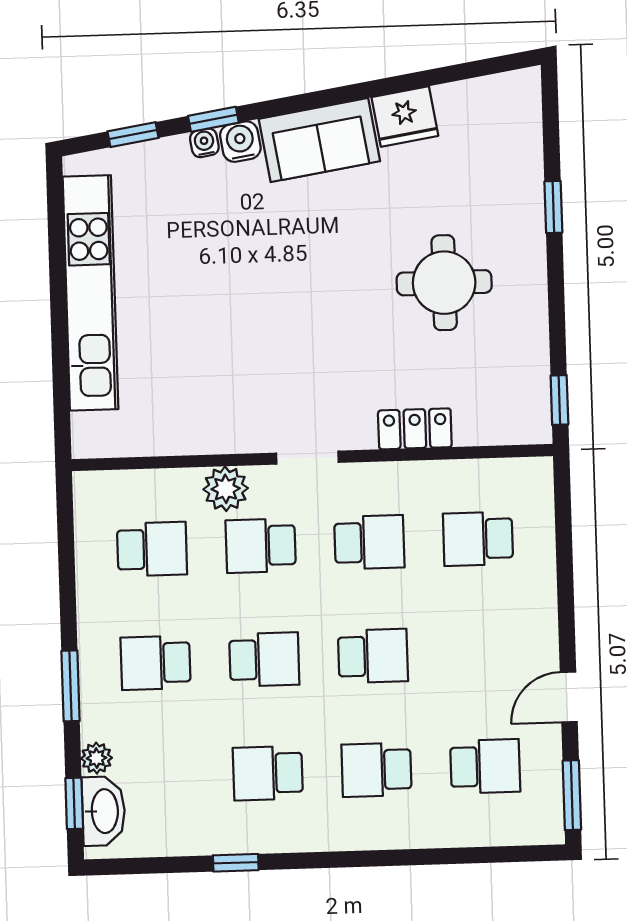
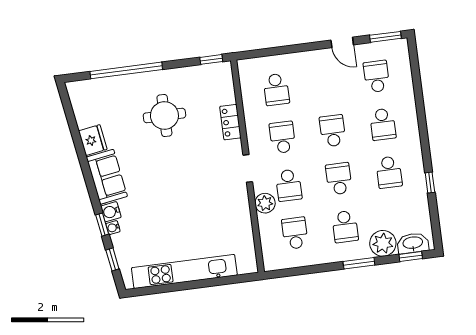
window: (553, 207) -> (126, 70), width x3.17
plant: (96, 758) -> (383, 243), width x1.87, depth x1.87

